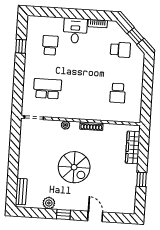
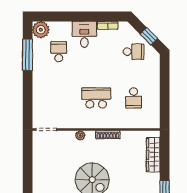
plant: (35, 24) -> (41, 30), added
window: (21, 46) -> (28, 55), width x2.17
school desk: (47, 89) -> (96, 98), moved

